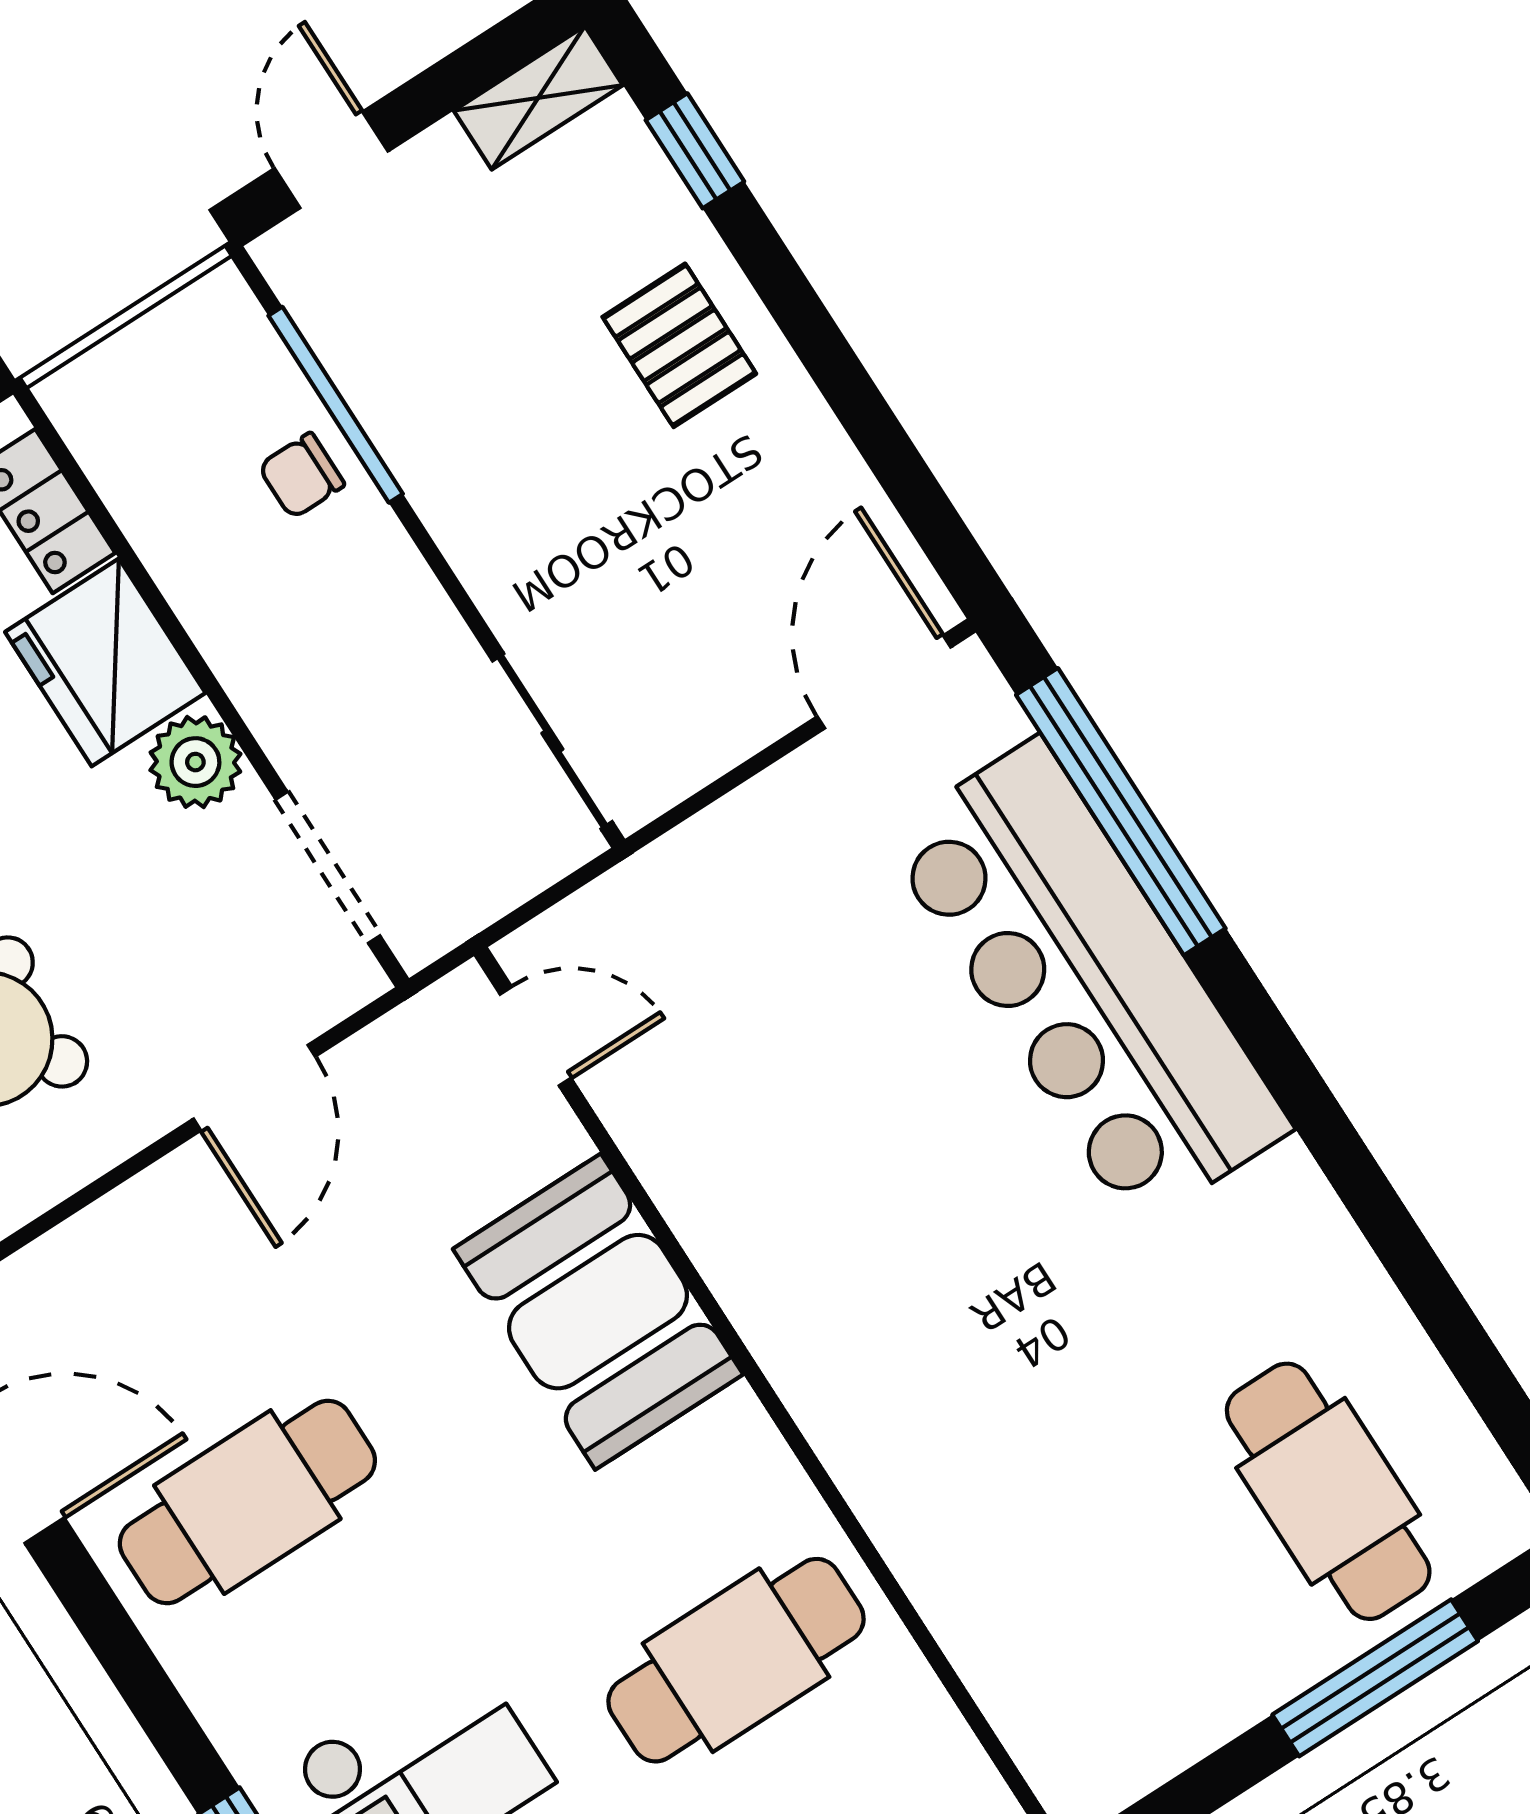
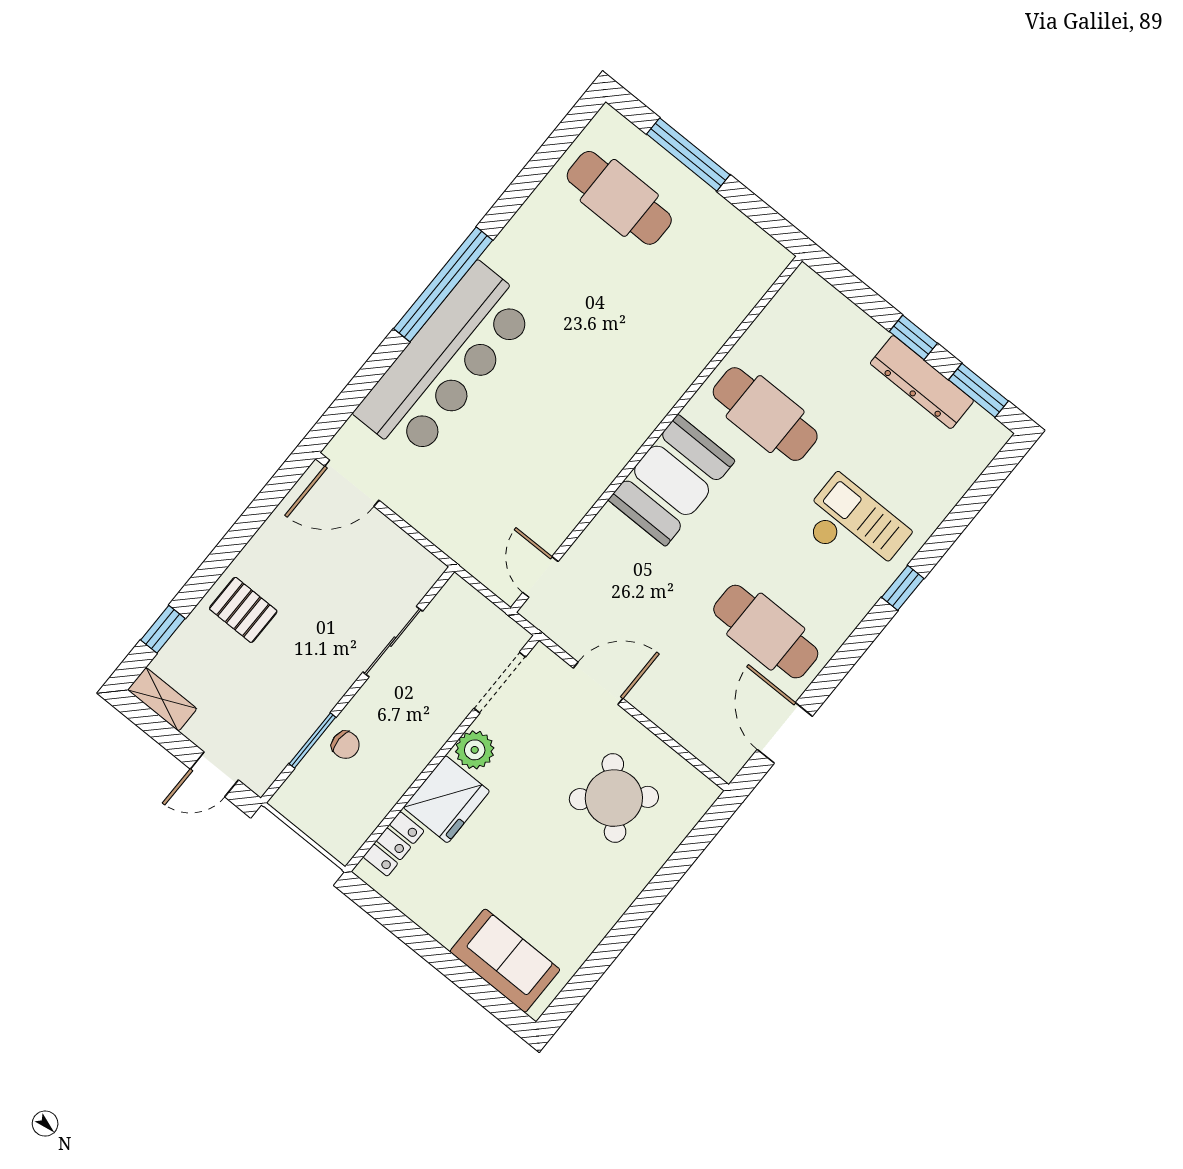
pallet: (679, 345) -> (243, 610), turned 90
window: (336, 405) -> (312, 740), width x0.69
sliding door: (552, 741) -> (393, 642), moved
window: (1121, 812) -> (443, 284), moved
booth: (598, 1312) -> (672, 480), moved
cafe table: (1328, 1491) -> (619, 198), turned 90

